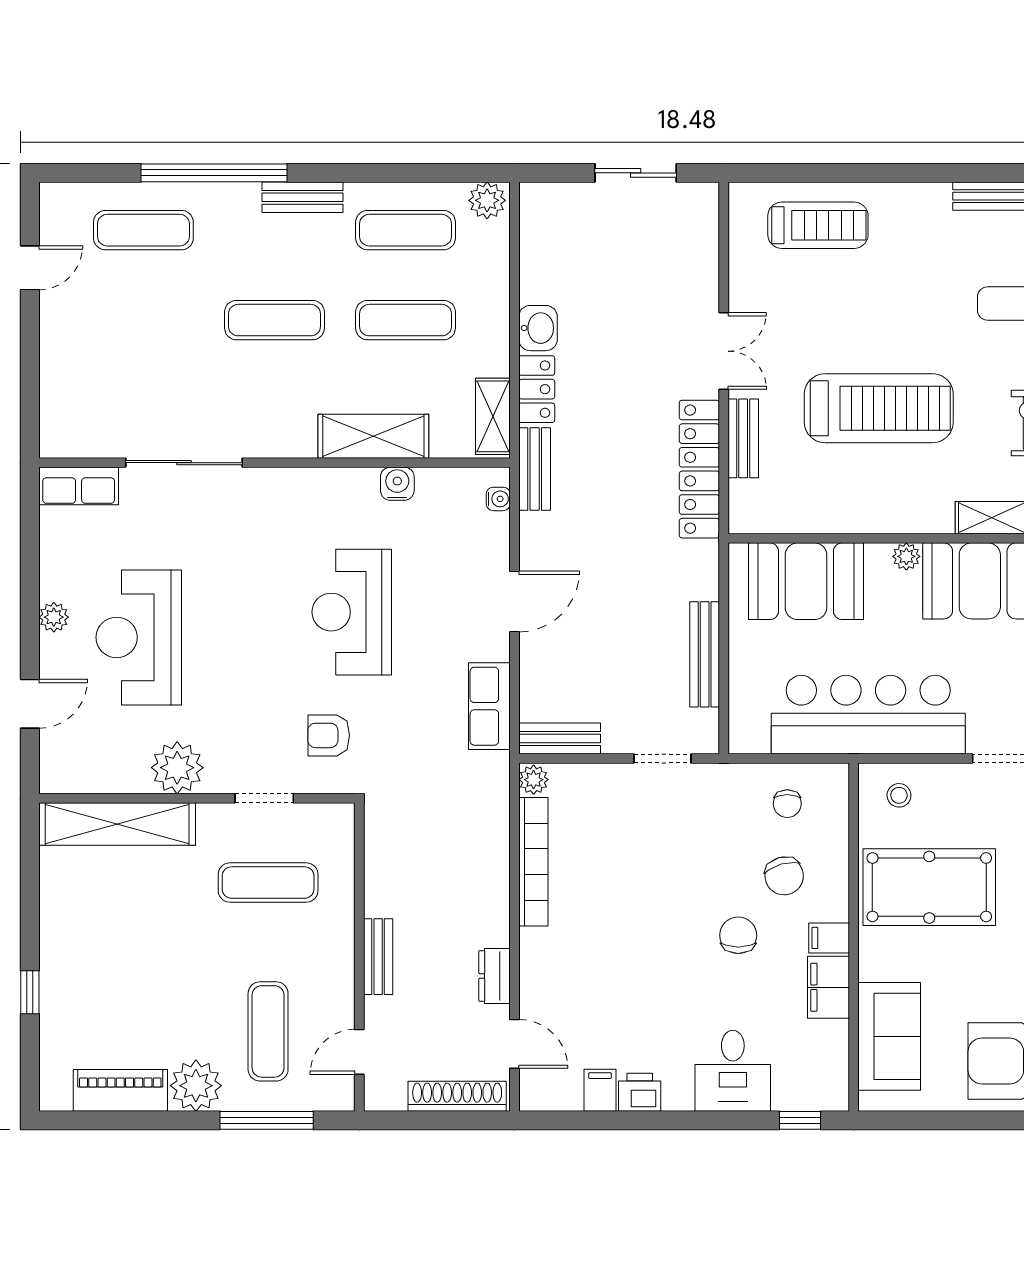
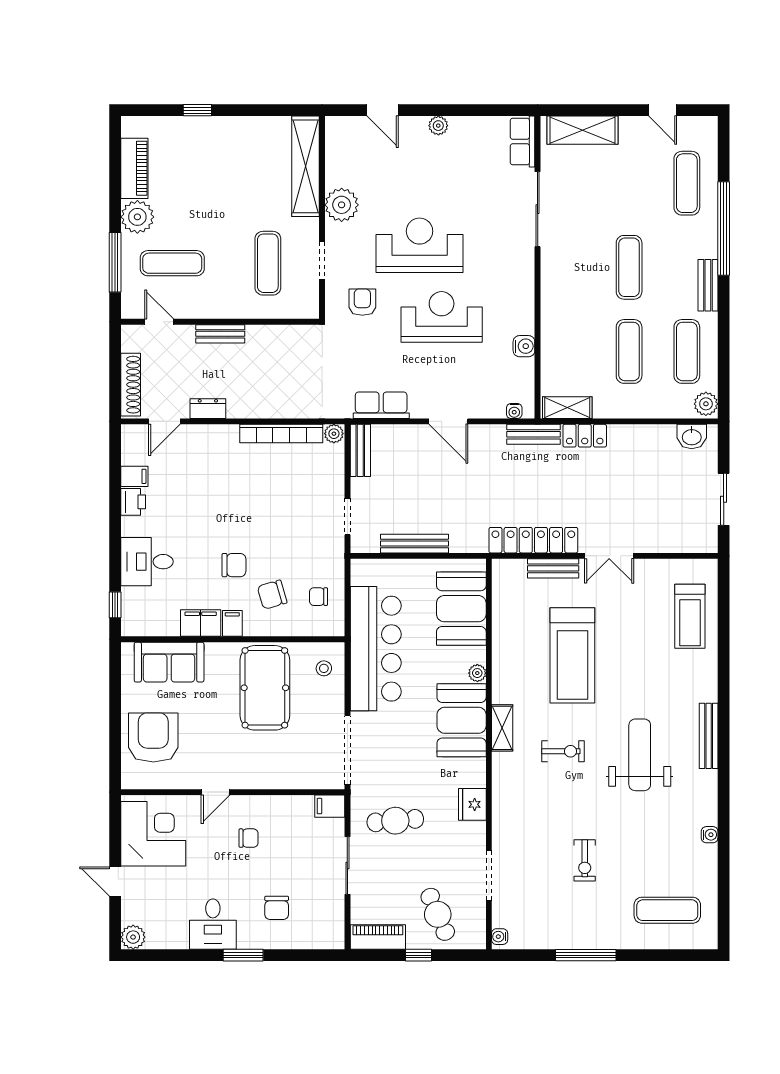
washbasin: (538, 328) -> (692, 437), moved
shelving: (373, 436) -> (582, 130), moved, turned 90
reception desk: (139, 637) -> (420, 245), moved

